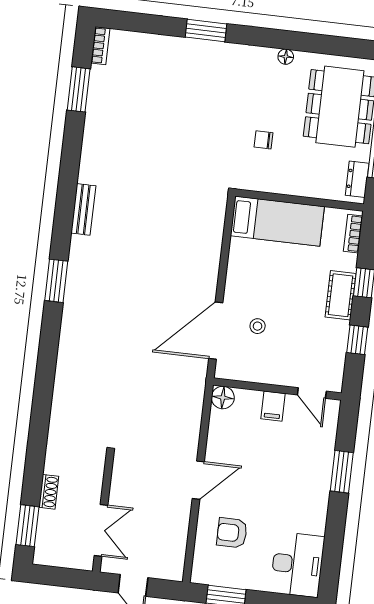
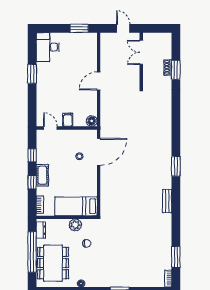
plant: (283, 182) -> (75, 225), added
window: (342, 472) -> (32, 74), moved
window: (27, 526) -> (176, 70), moved
armchair: (232, 533) -> (80, 58), removed

